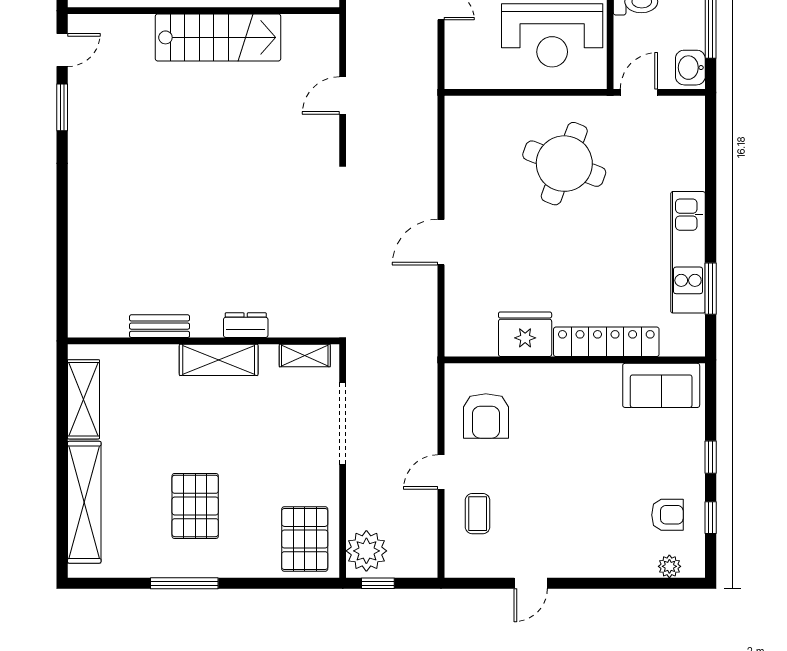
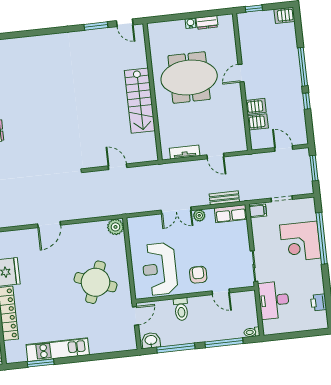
door: (639, 92) -> (136, 316), hinge flipped
plant: (460, 112) -> (115, 227), added
door: (441, 242) -> (49, 224), swing flipped

